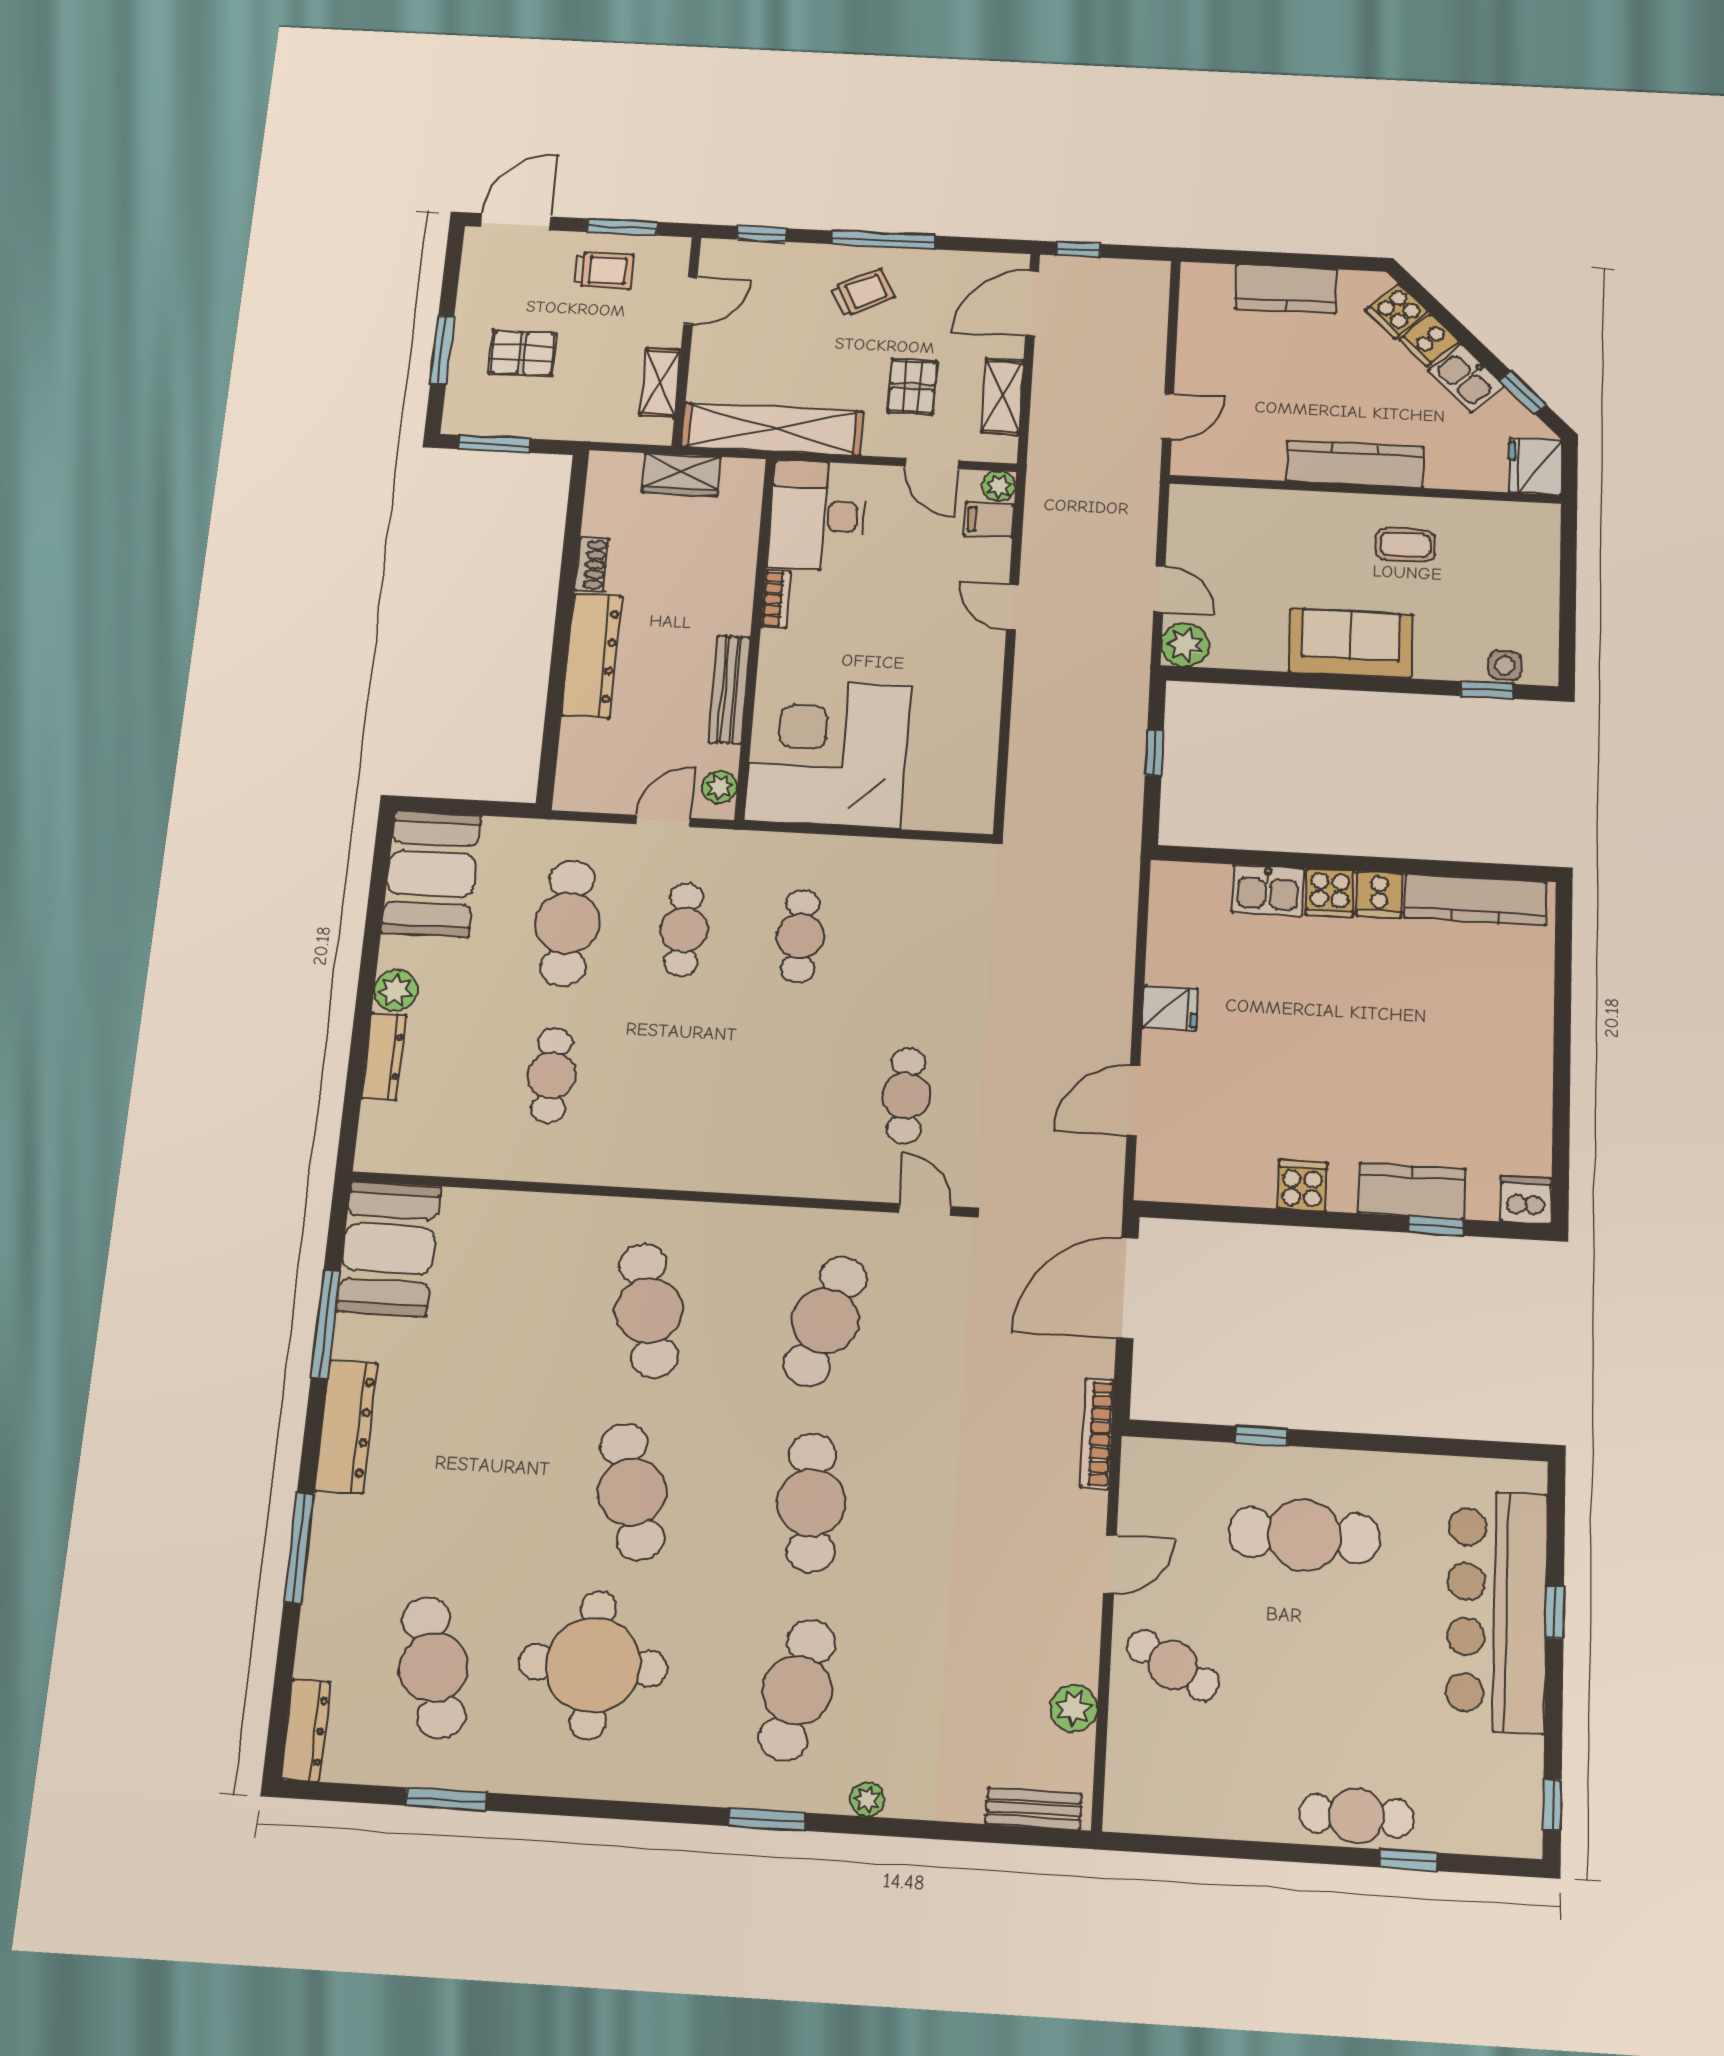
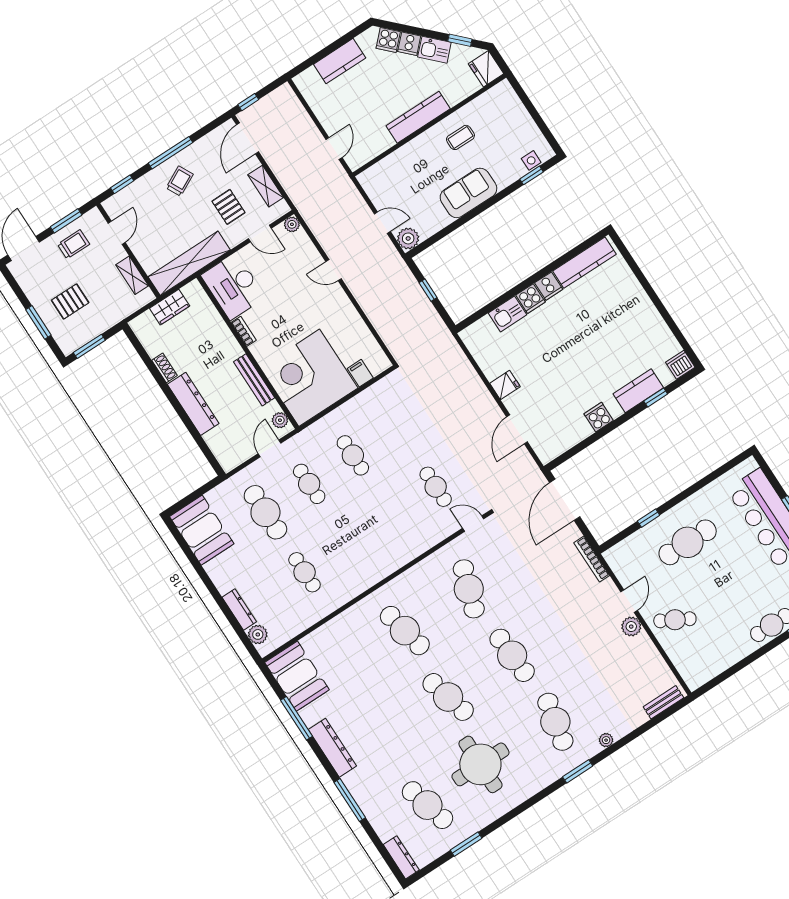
filing cabinet: (989, 520) -> (360, 373), moved, turned 90
plant: (396, 990) -> (258, 634), moved
plant: (1074, 1708) -> (631, 627), moved

